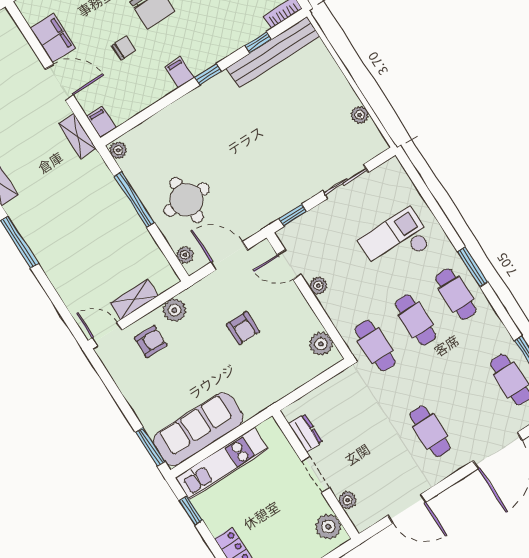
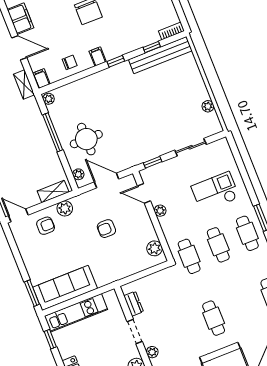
chair: (124, 48) -> (70, 62), moved
shelving: (134, 299) -> (53, 191), moved
armchair: (243, 328) -> (106, 229), turned 90

